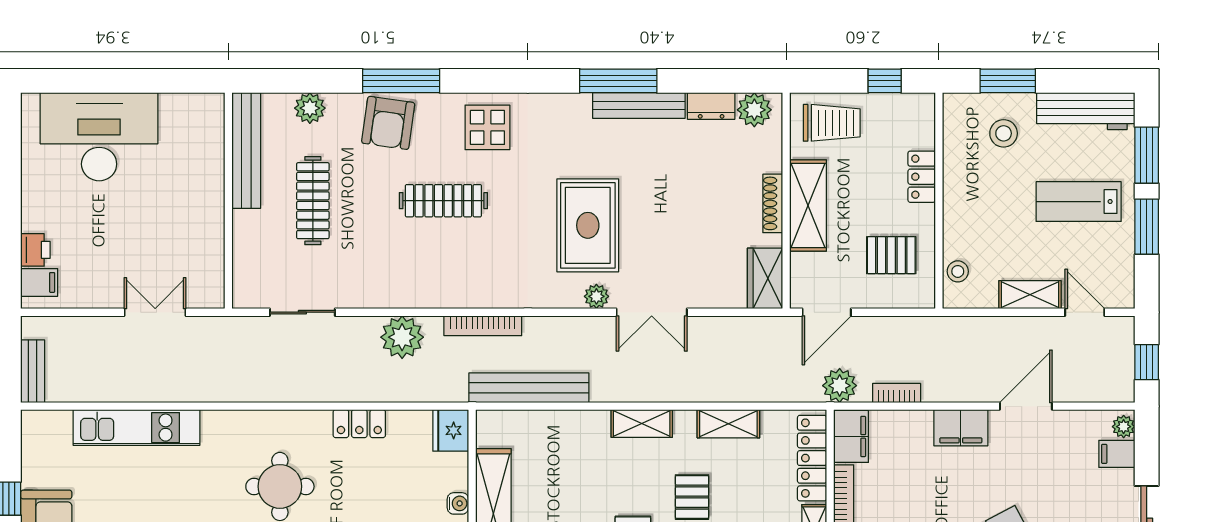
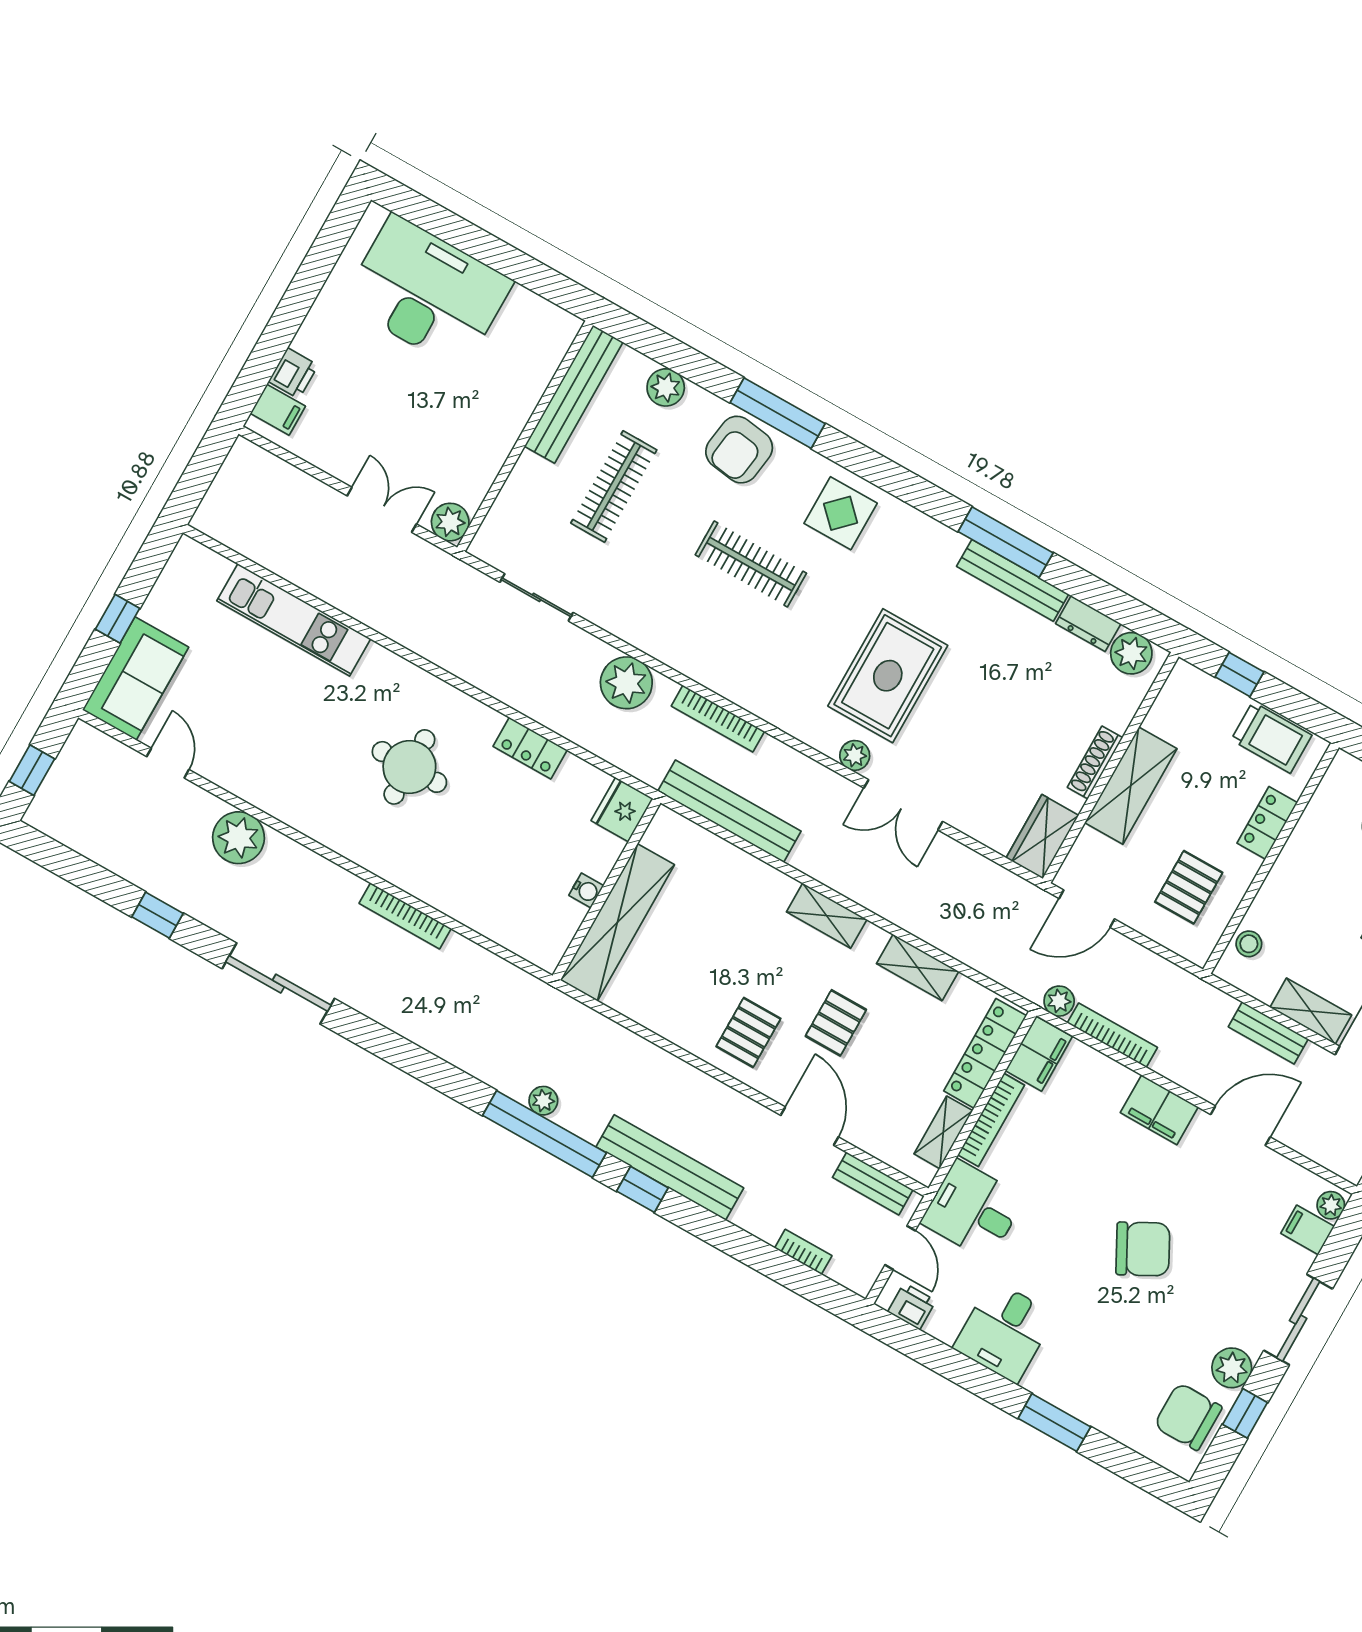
window: (885, 81) -> (1240, 674), moved
trolley: (832, 123) -> (1271, 738), moved
pallet: (891, 255) -> (1189, 887), turned 90
plant: (209, 293) -> (450, 522), added
bench: (33, 371) -> (1268, 1033), moved, turned 90
plant: (840, 386) -> (1059, 1001), width x0.73, depth x0.73
bookcase: (897, 393) -> (1112, 1035), width x1.56

